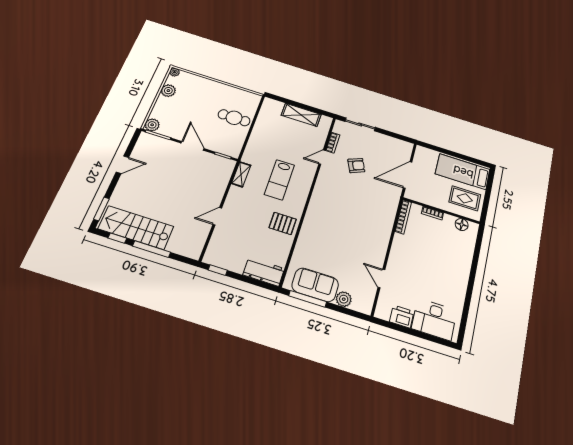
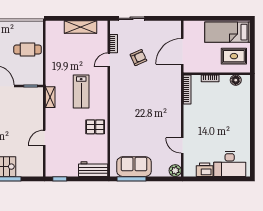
plant: (344, 299) -> (175, 171), moved

